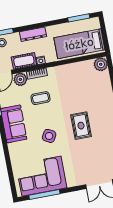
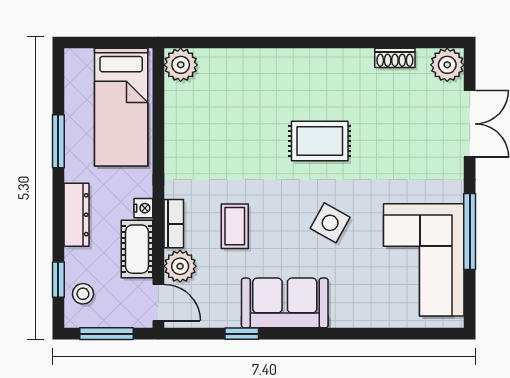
window: (79, 18) -> (58, 141), moved
window: (44, 194) -> (470, 231), moved

